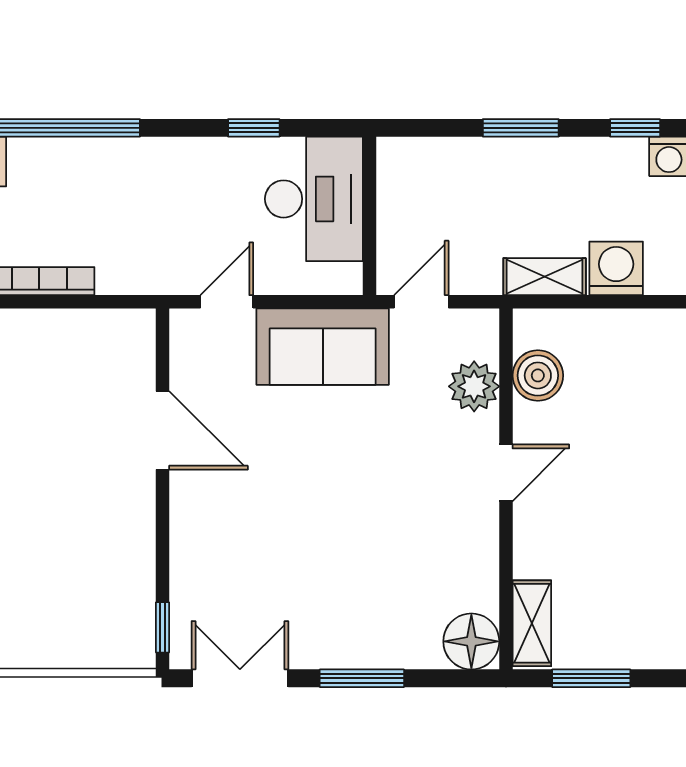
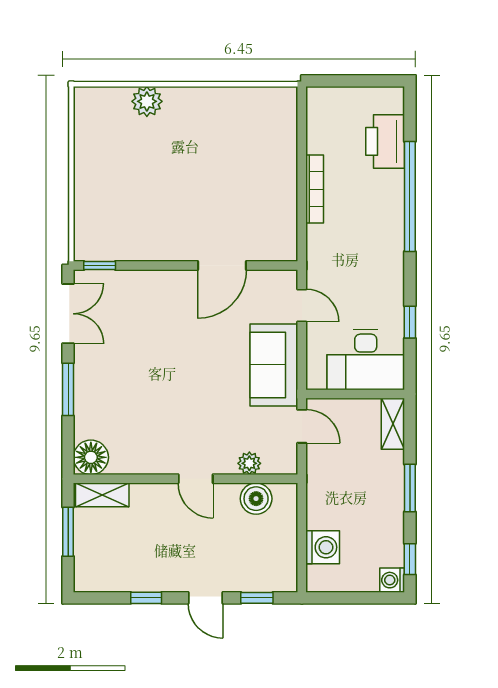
shelving: (545, 277) -> (393, 424), moved
plant: (474, 386) -> (249, 463), width x0.73, depth x0.73

